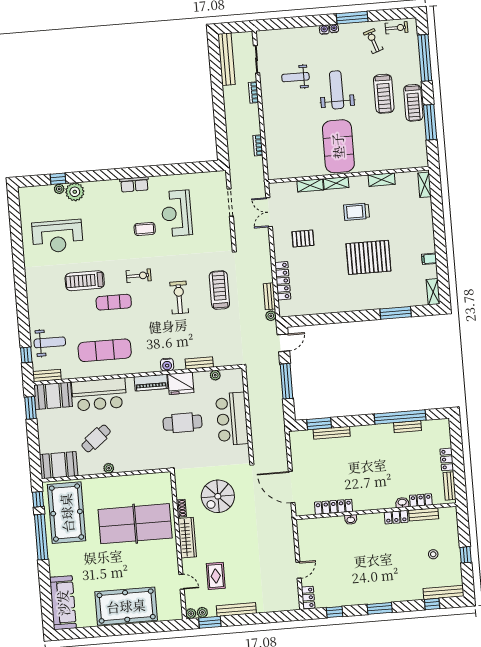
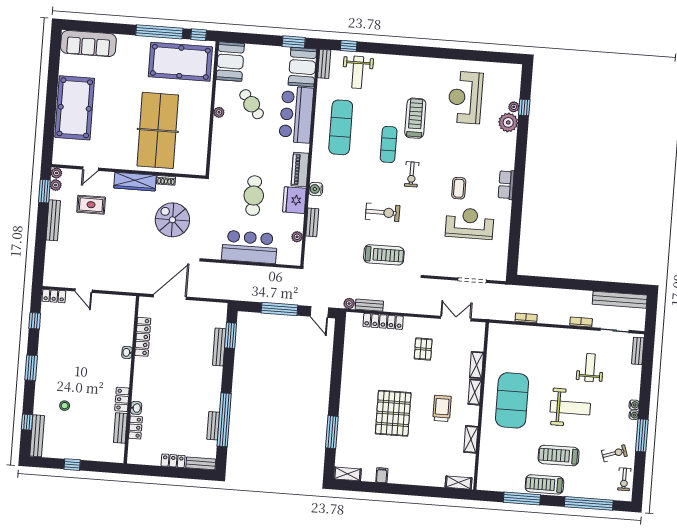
bench: (272, 34) -> (638, 351), added
exercise mat: (338, 146) -> (512, 400), turned 90
bench: (450, 486) -> (201, 463), moved
stool: (433, 554) -> (65, 406), moved

